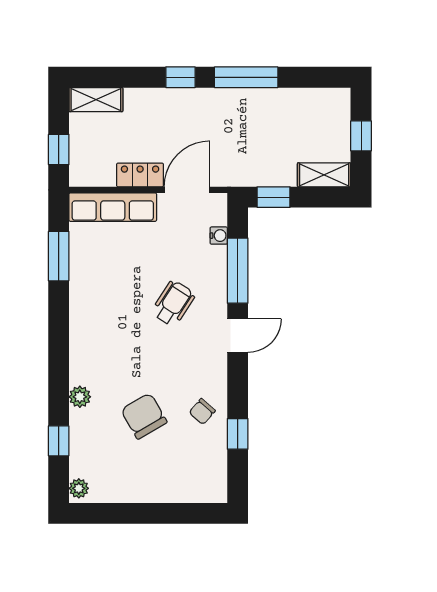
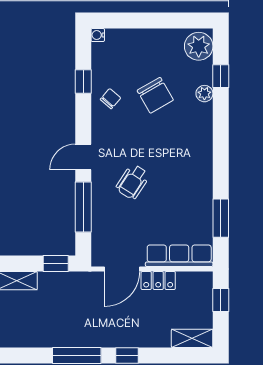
water cooler: (219, 236) -> (98, 35), moved
plant: (80, 397) -> (204, 94), moved
plant: (79, 488) -> (199, 46), width x1.87, depth x1.87

